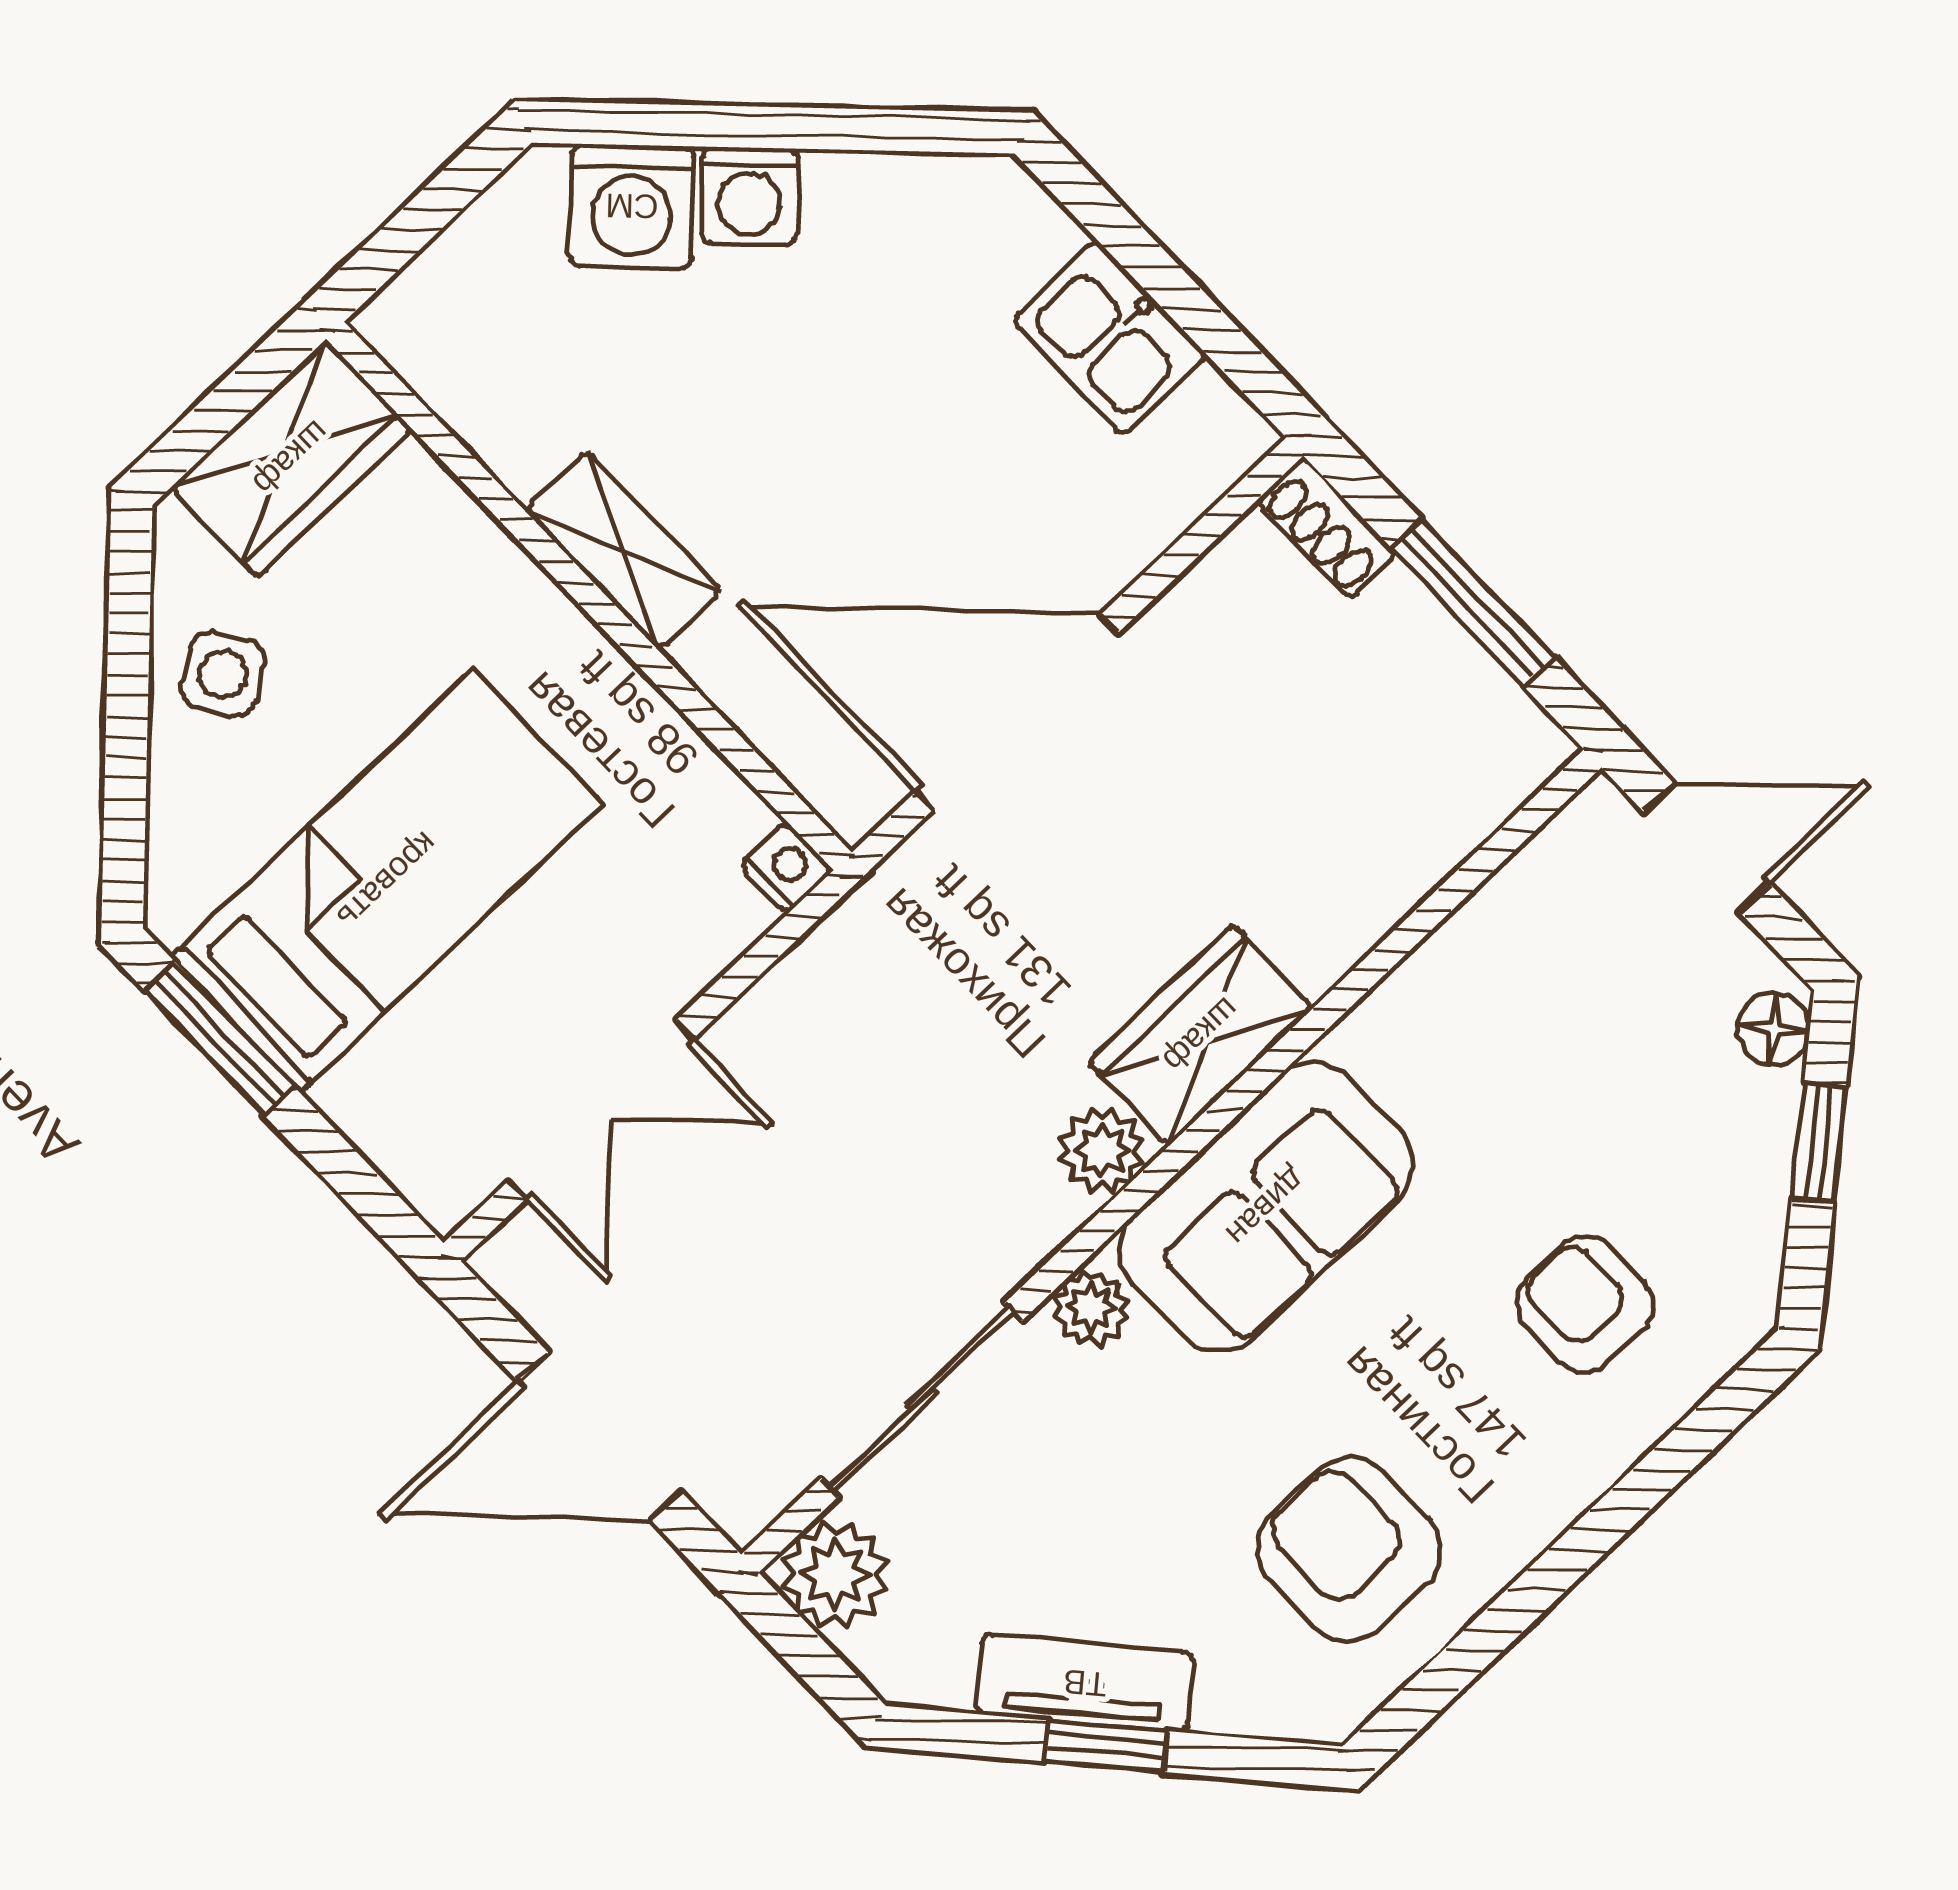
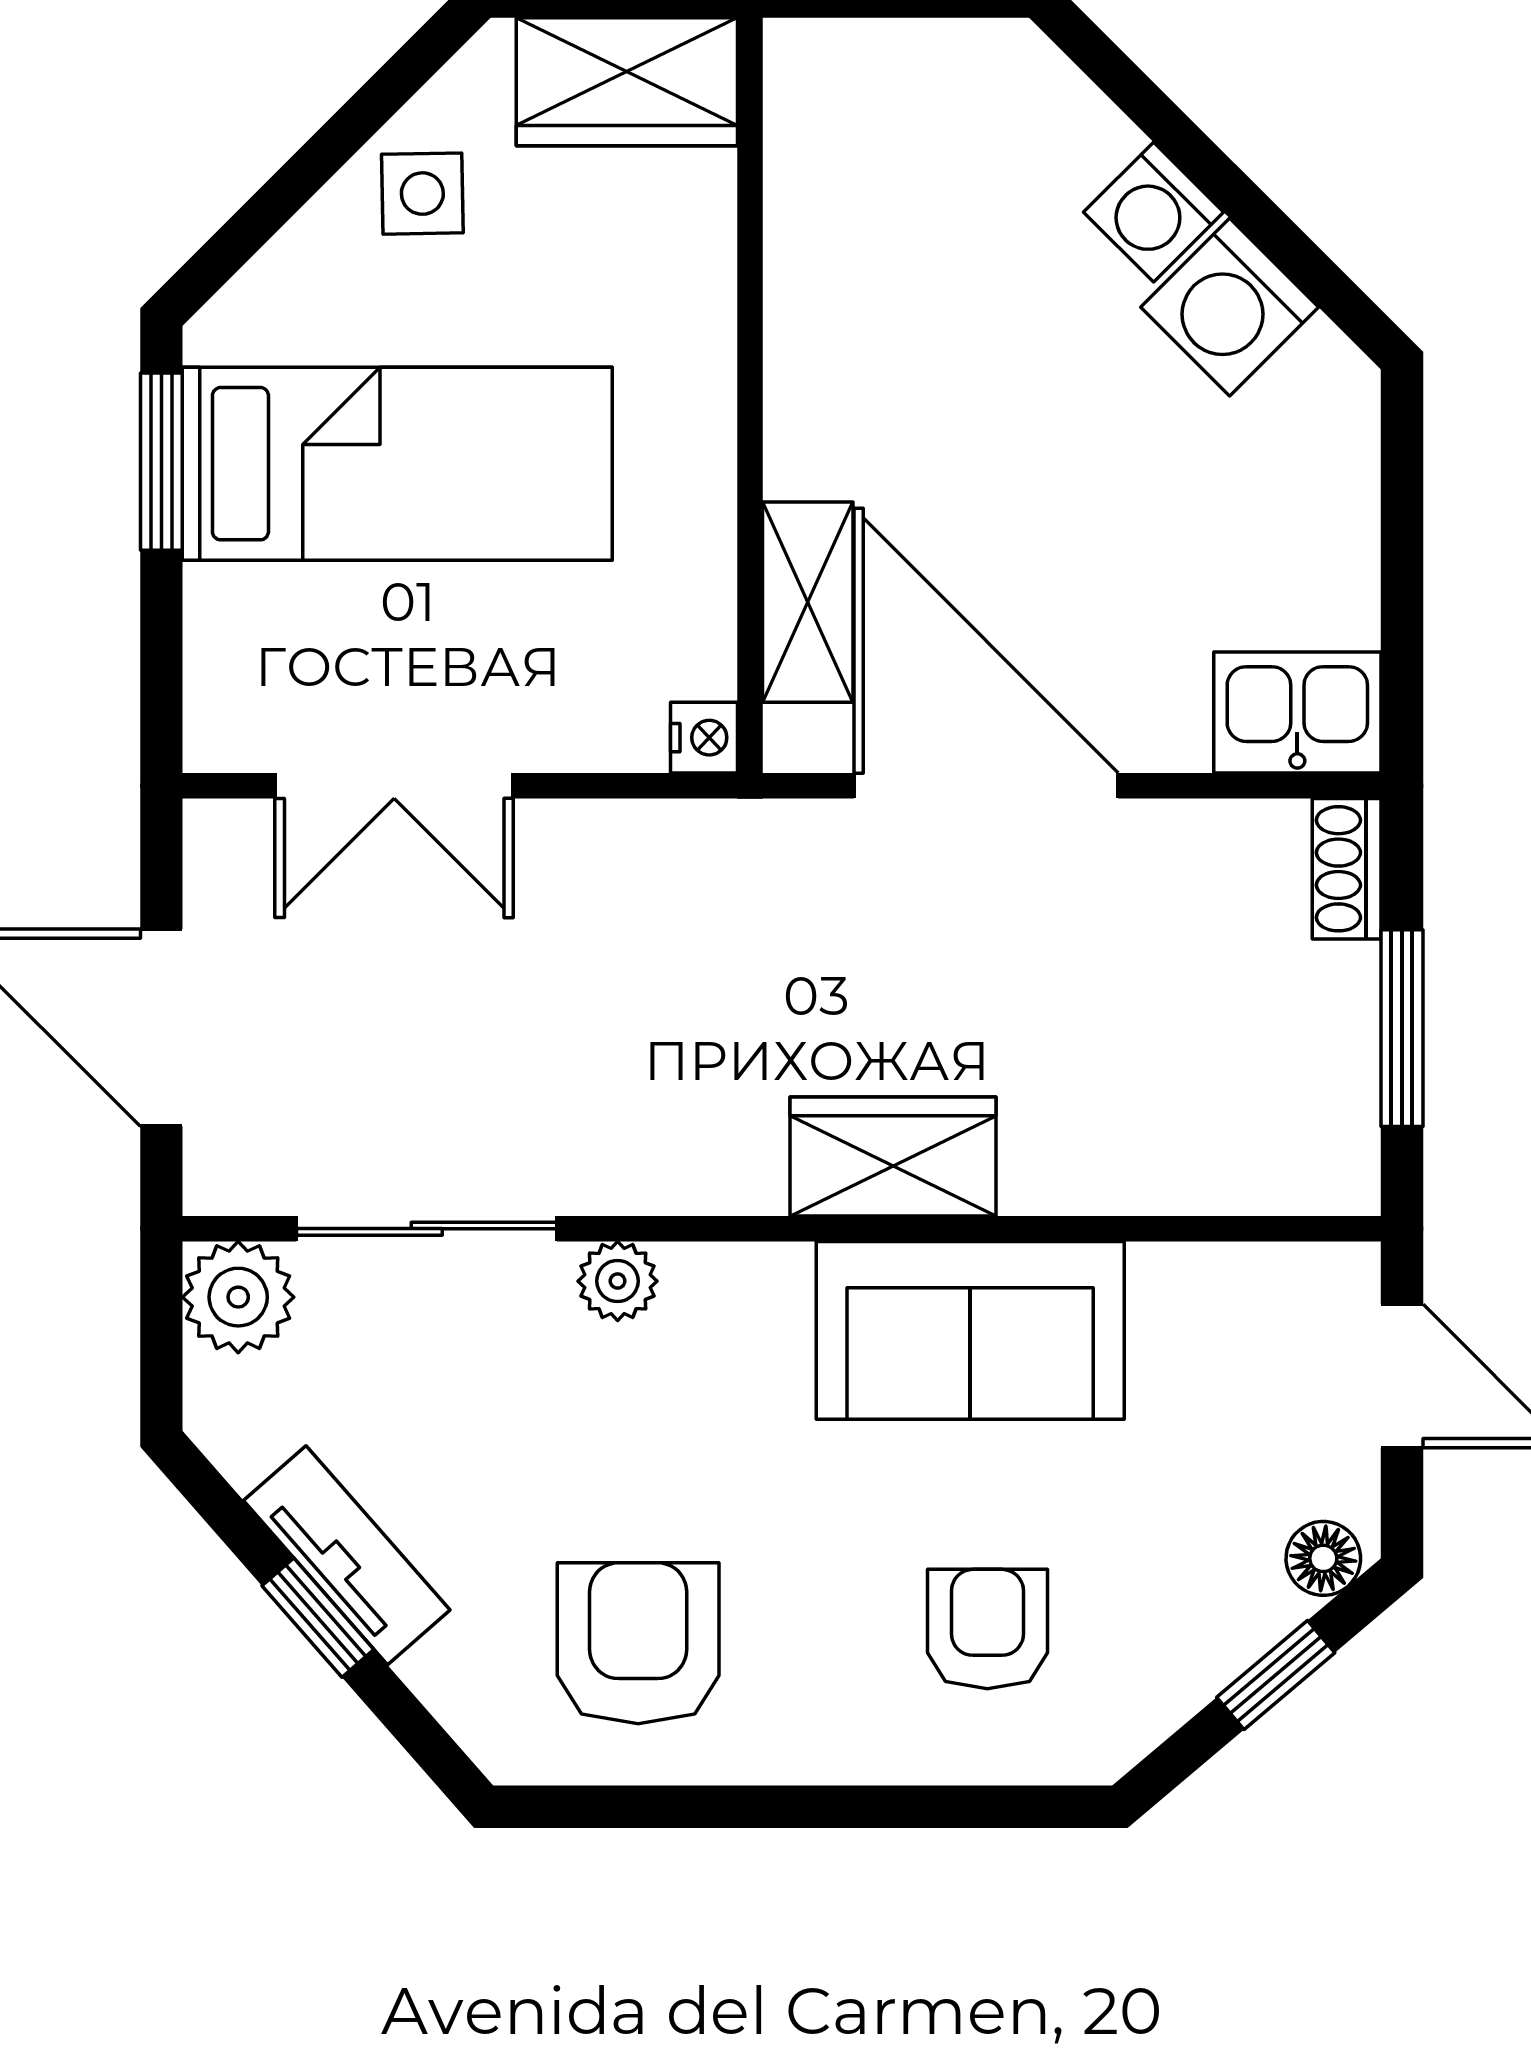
washing machine: (632, 206) -> (1230, 307), moved
kitchen sink: (1110, 338) -> (1297, 713), moved, turned 90
shelving: (623, 551) -> (808, 602), moved
side table: (223, 674) -> (422, 194), turned 32
plant: (1102, 1151) -> (738, 1172), removed
sofa: (1266, 1207) -> (970, 1330), moved

